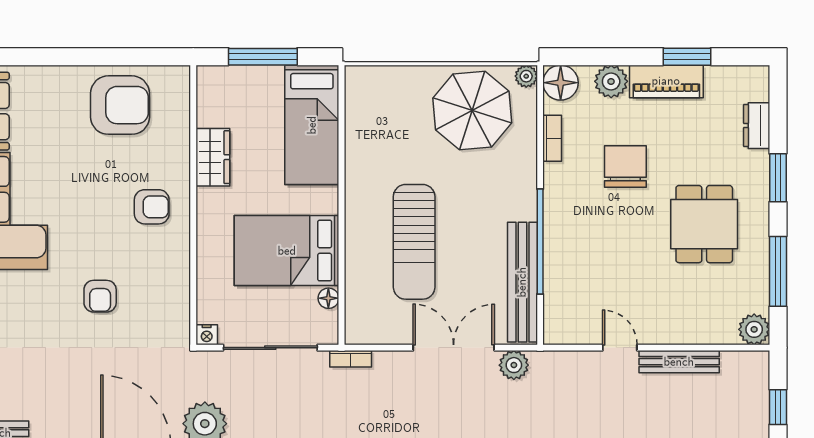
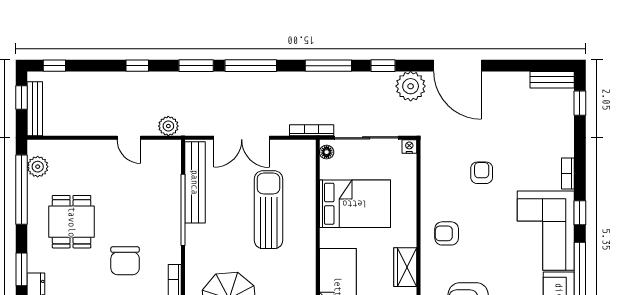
window: (778, 178) -> (21, 269), moved
window: (778, 271) -> (21, 190), width x1.46
floor lamp: (328, 298) -> (327, 152), moved
plant: (754, 329) -> (38, 167), moved
bookcase: (351, 359) -> (312, 130), width x1.56
bench: (679, 362) -> (35, 109), moved, turned 90
plant: (514, 365) -> (168, 126), moved

